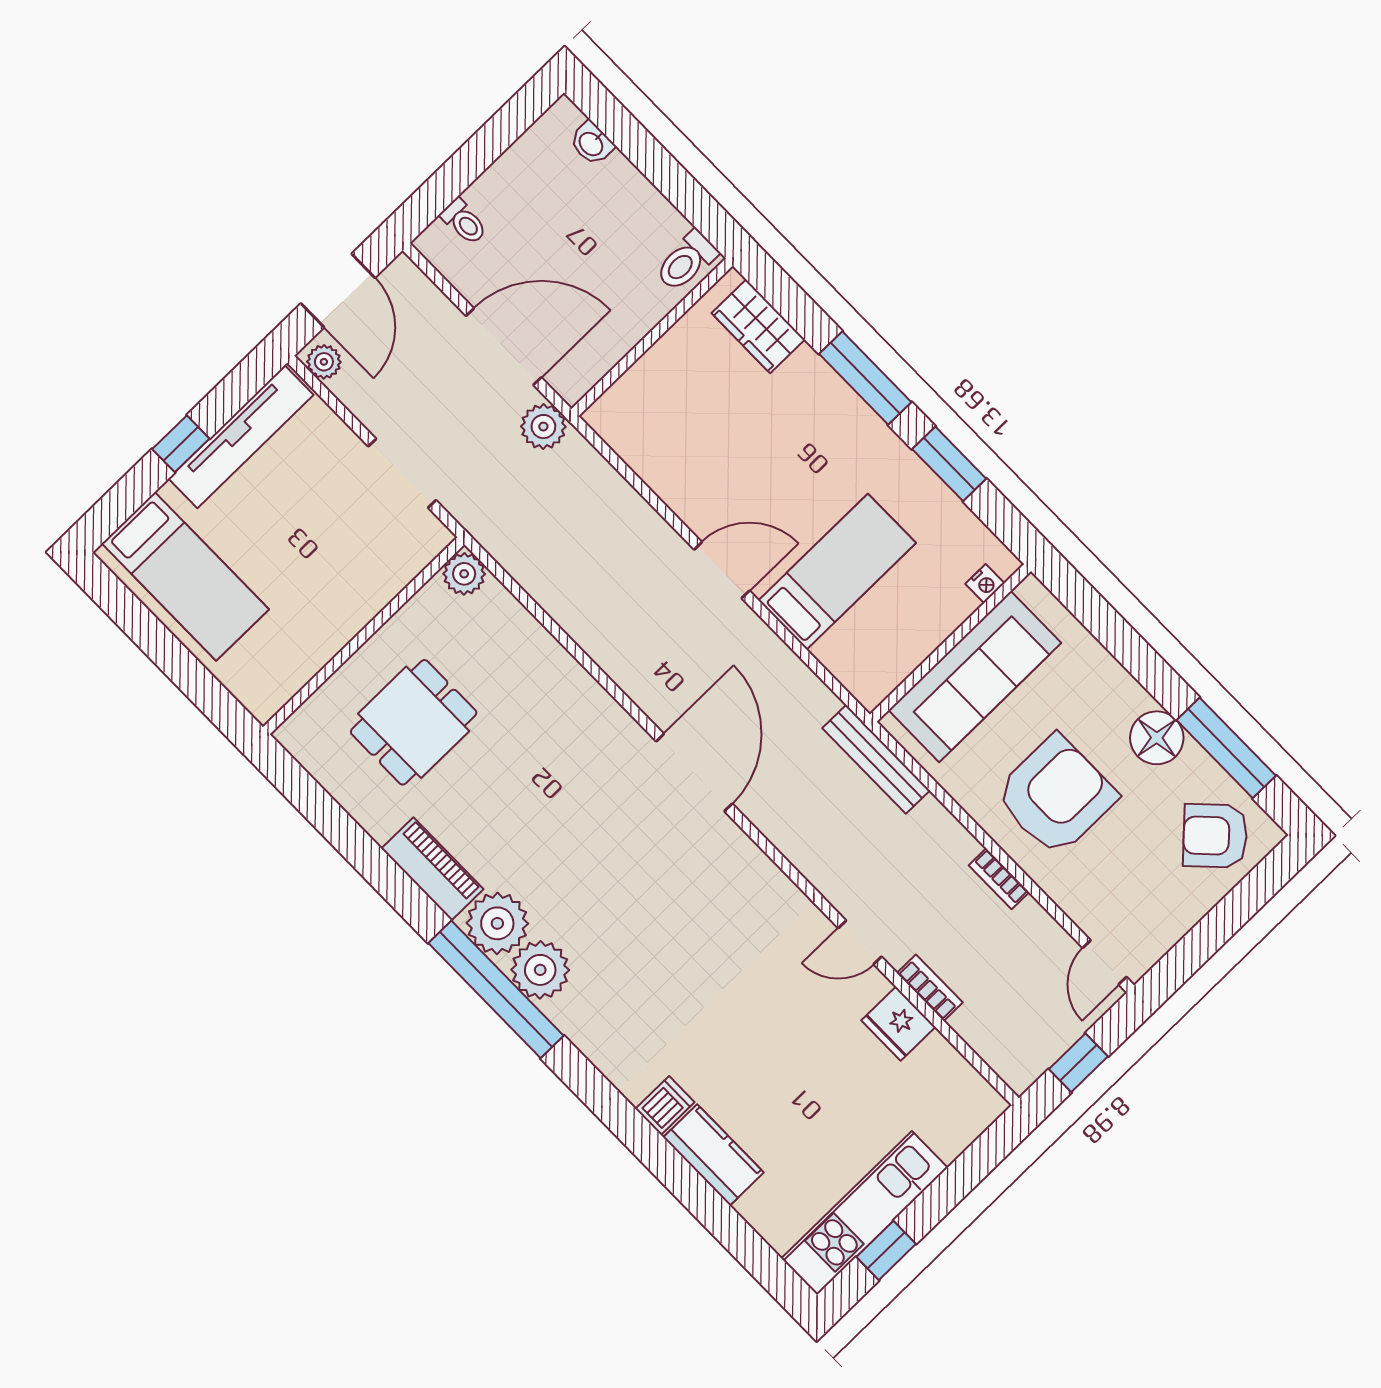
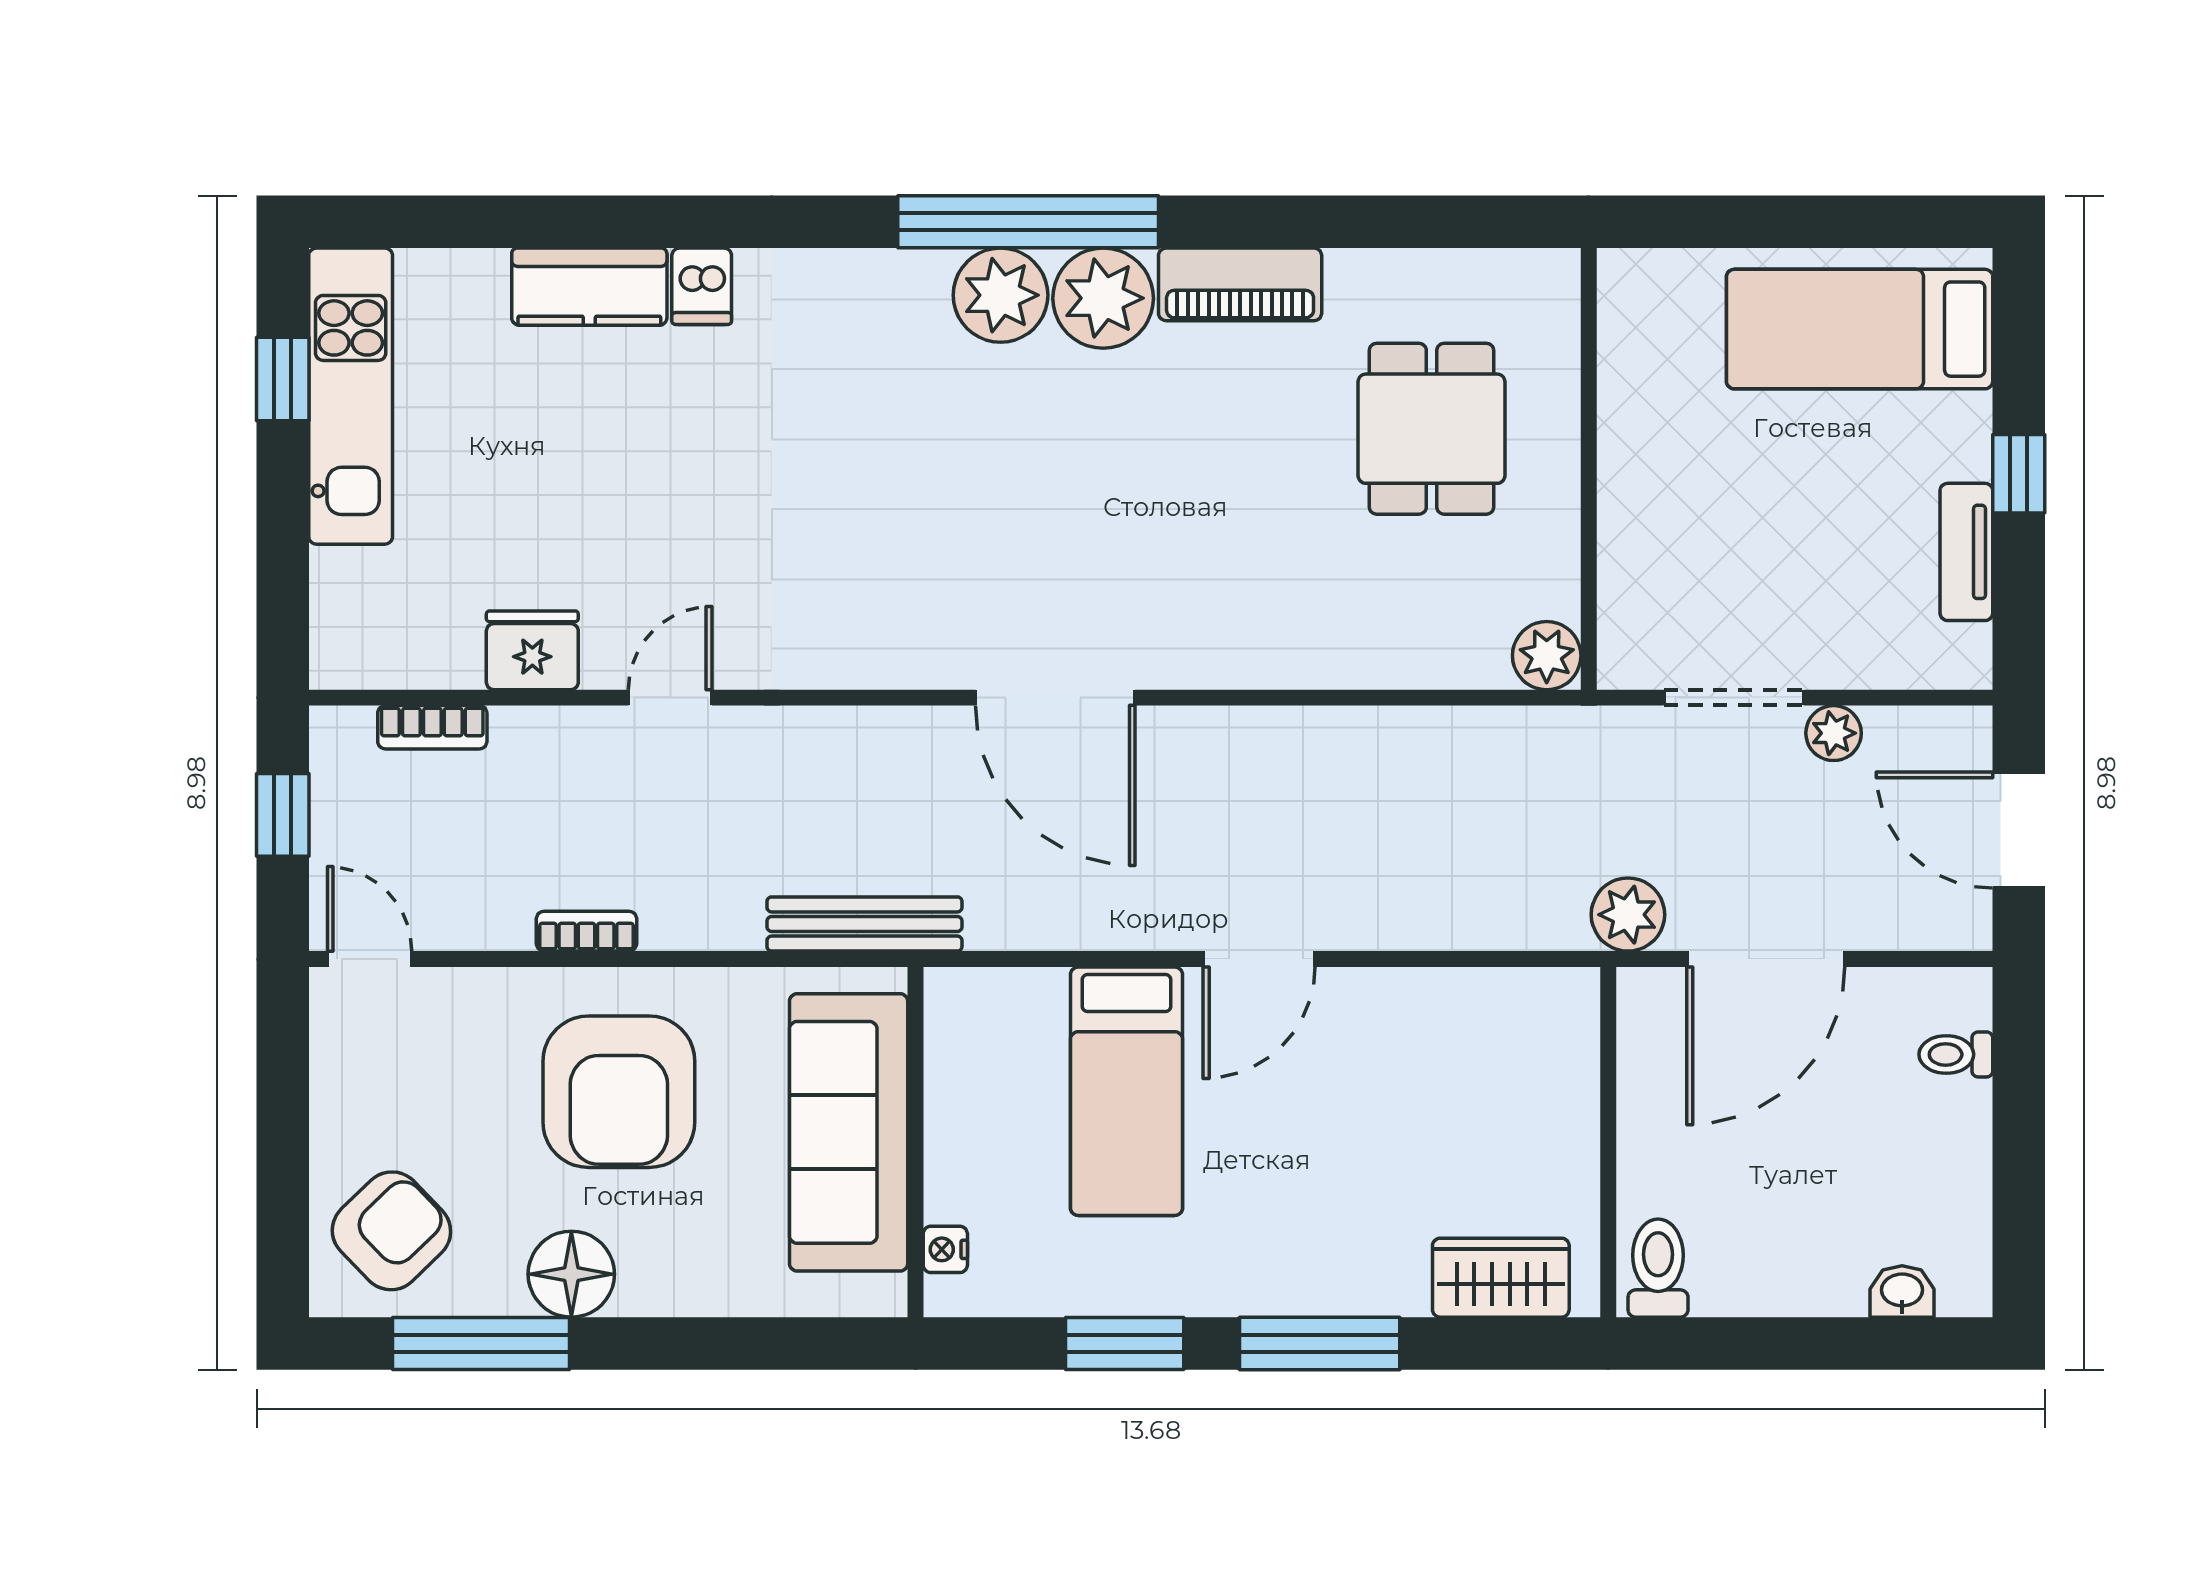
plant: (324, 362) -> (1834, 733), moved
tv unit: (241, 437) -> (1966, 552), width x0.52, depth x0.78
bookcase: (930, 988) -> (432, 727), moved

